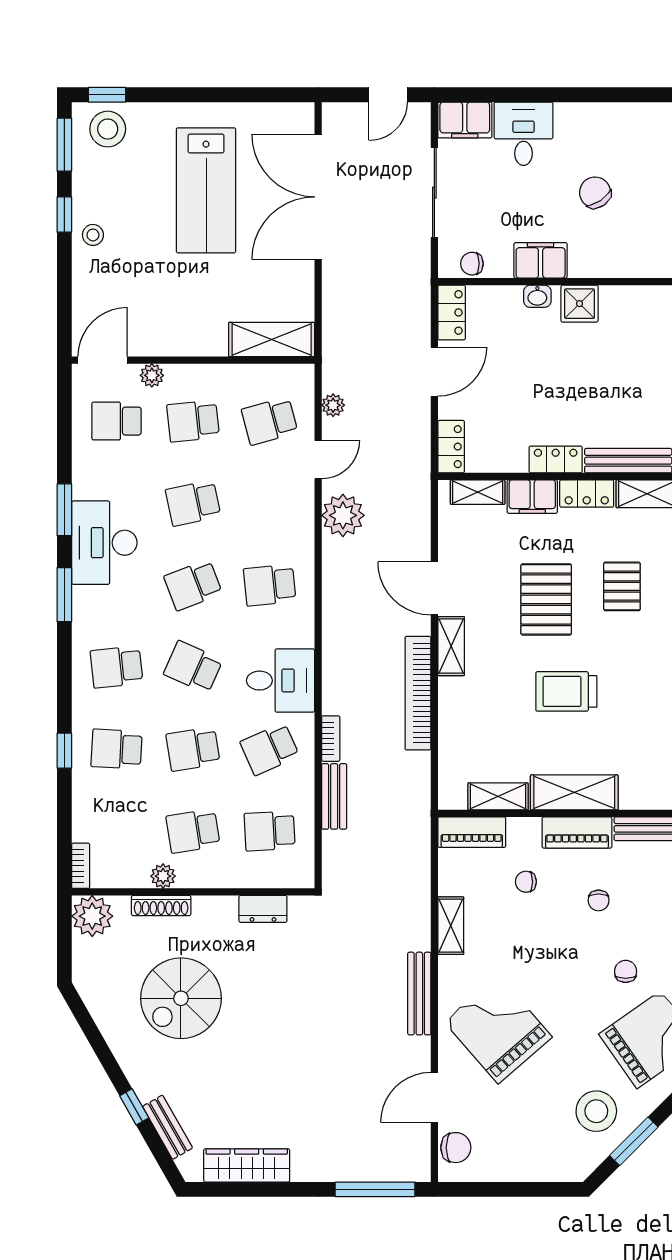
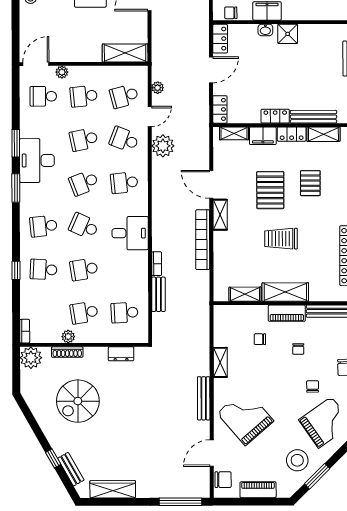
school desk: (270, 749) -> (124, 139), moved, turned 45
piano: (472, 832) -> (258, 490), moved, turned 180

